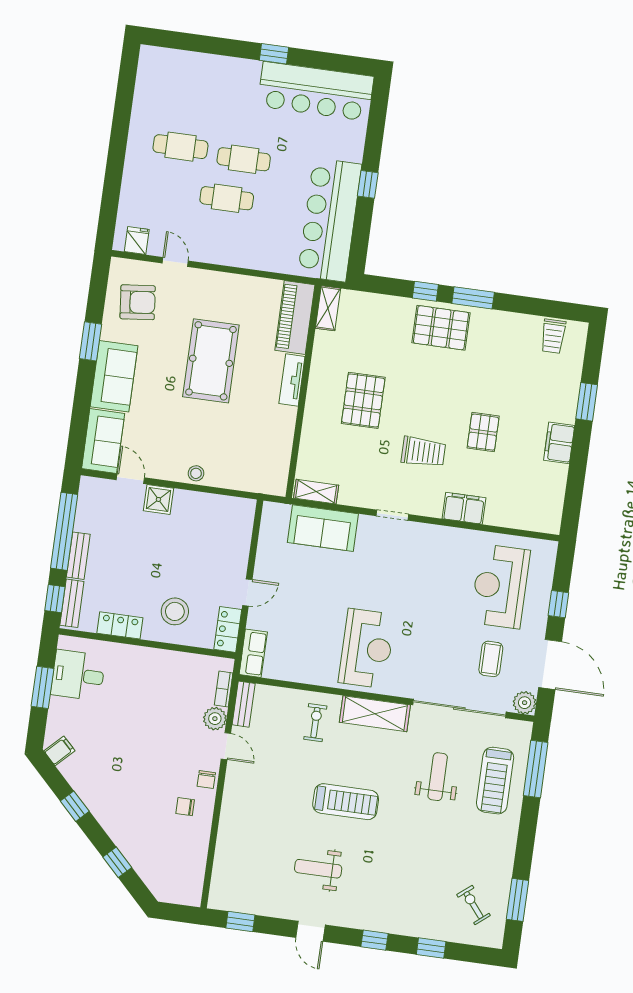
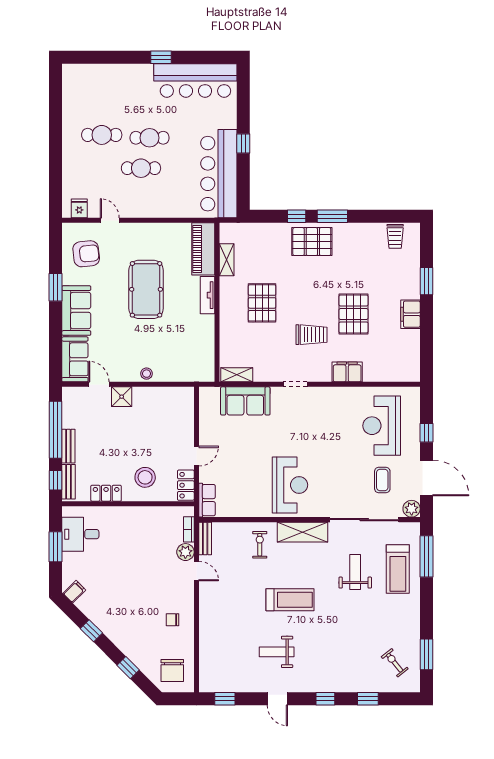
shelving: (328, 308) -> (227, 260), moved
pallet: (483, 432) -> (353, 314), width x1.50, depth x1.42
chair: (206, 780) -> (172, 671), moved, width x1.87, depth x1.87

